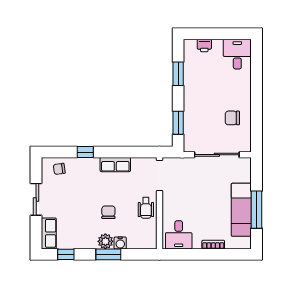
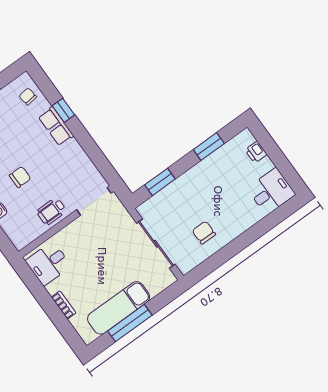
row of seats: (115, 165) -> (56, 126), moved

